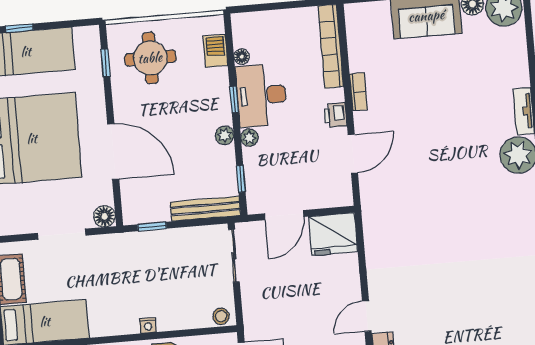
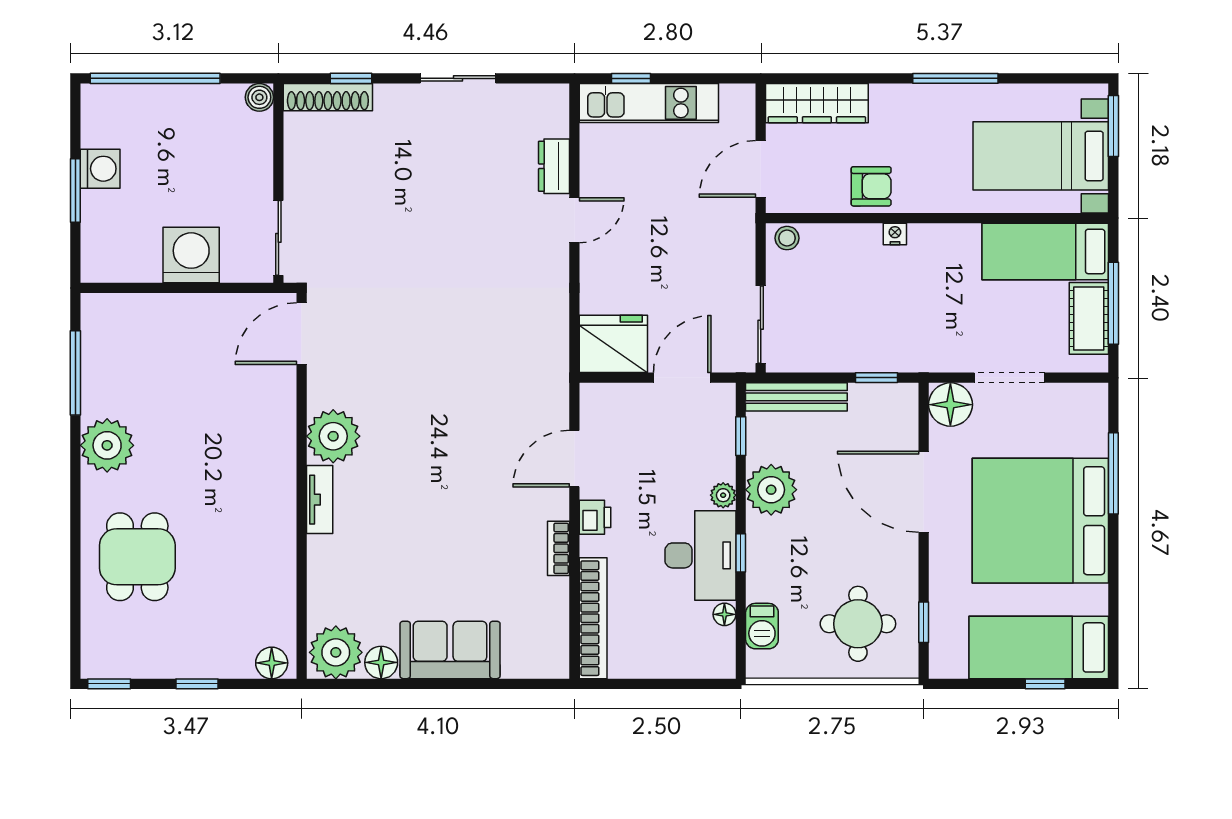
plant: (225, 135) -> (771, 490), width x1.87, depth x1.87
floor lamp: (105, 216) -> (950, 405), width x1.38, depth x1.38

